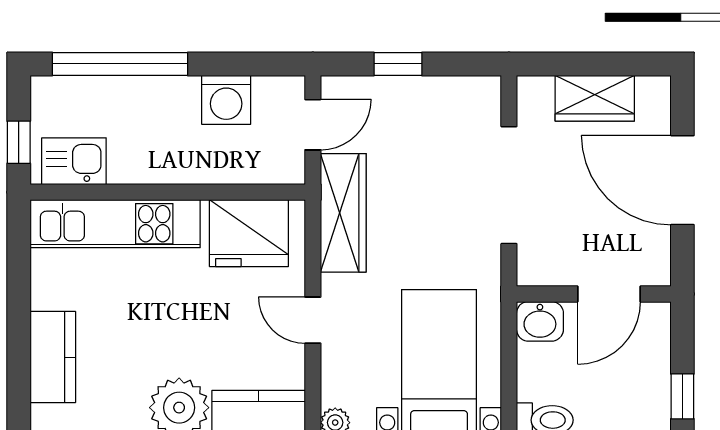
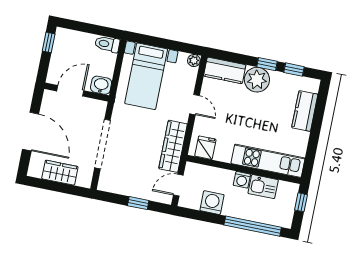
kitchen sink: (74, 161) -> (263, 187), moved
washing machine: (167, 167) -> (242, 180), added
fridge: (249, 233) -> (205, 148), width x0.53, depth x0.75

